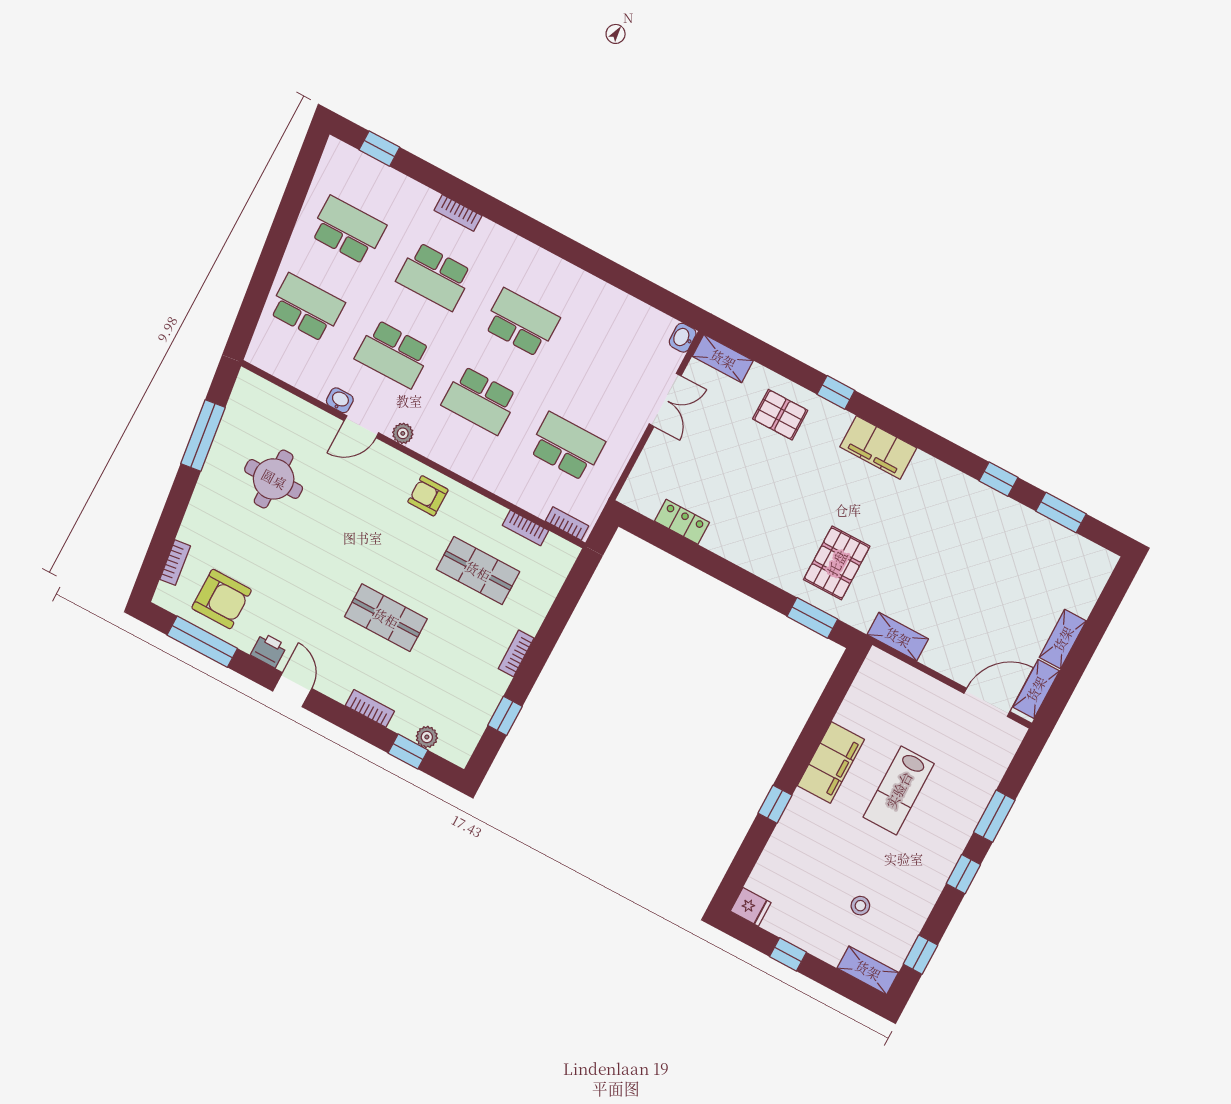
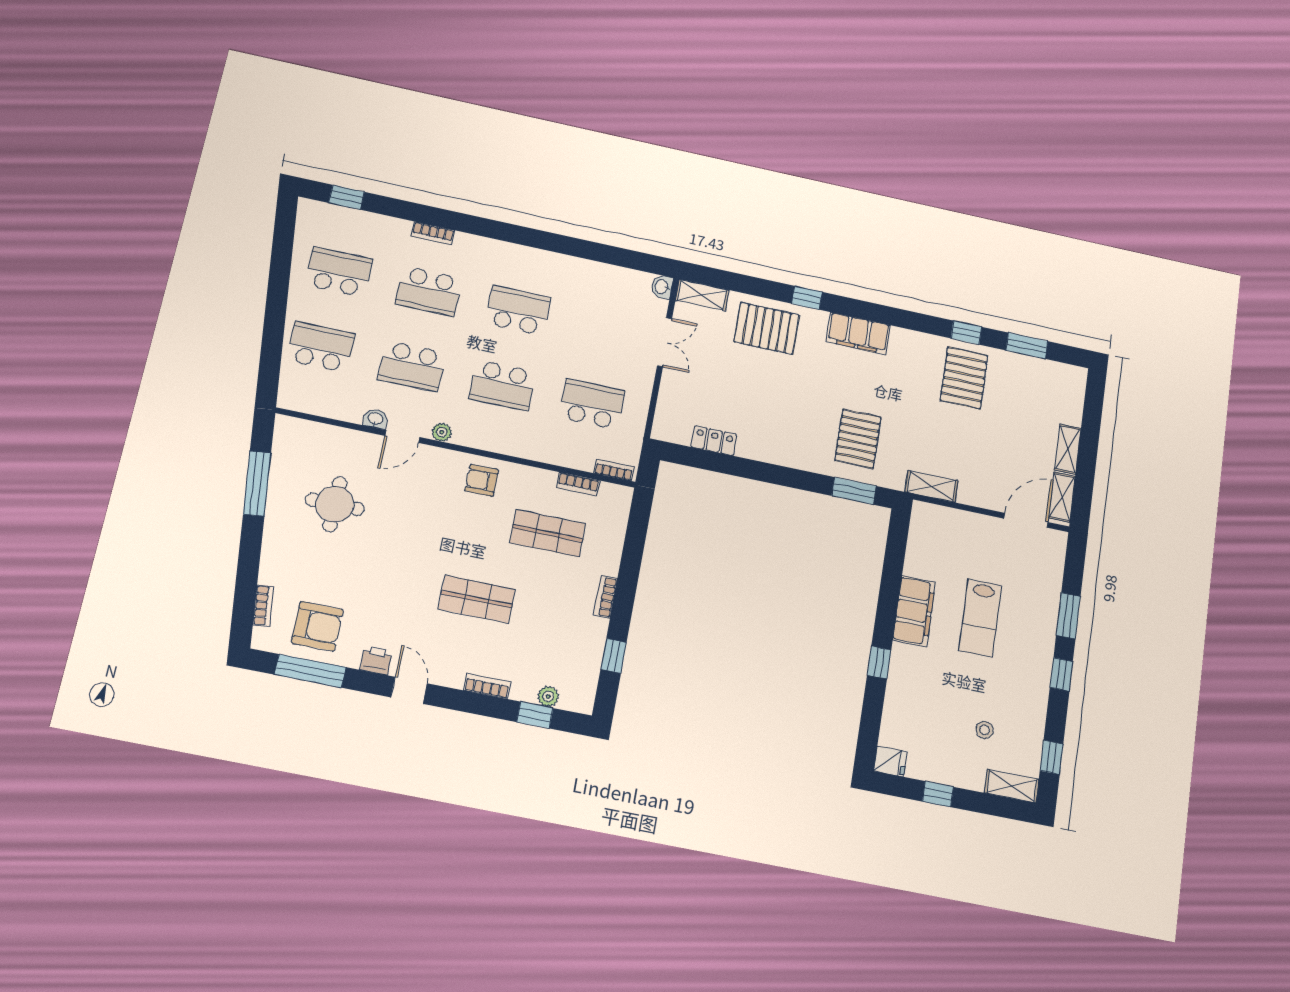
pallet: (780, 415) -> (767, 328), width x1.50, depth x1.42
pallet: (977, 529) -> (964, 378), added

